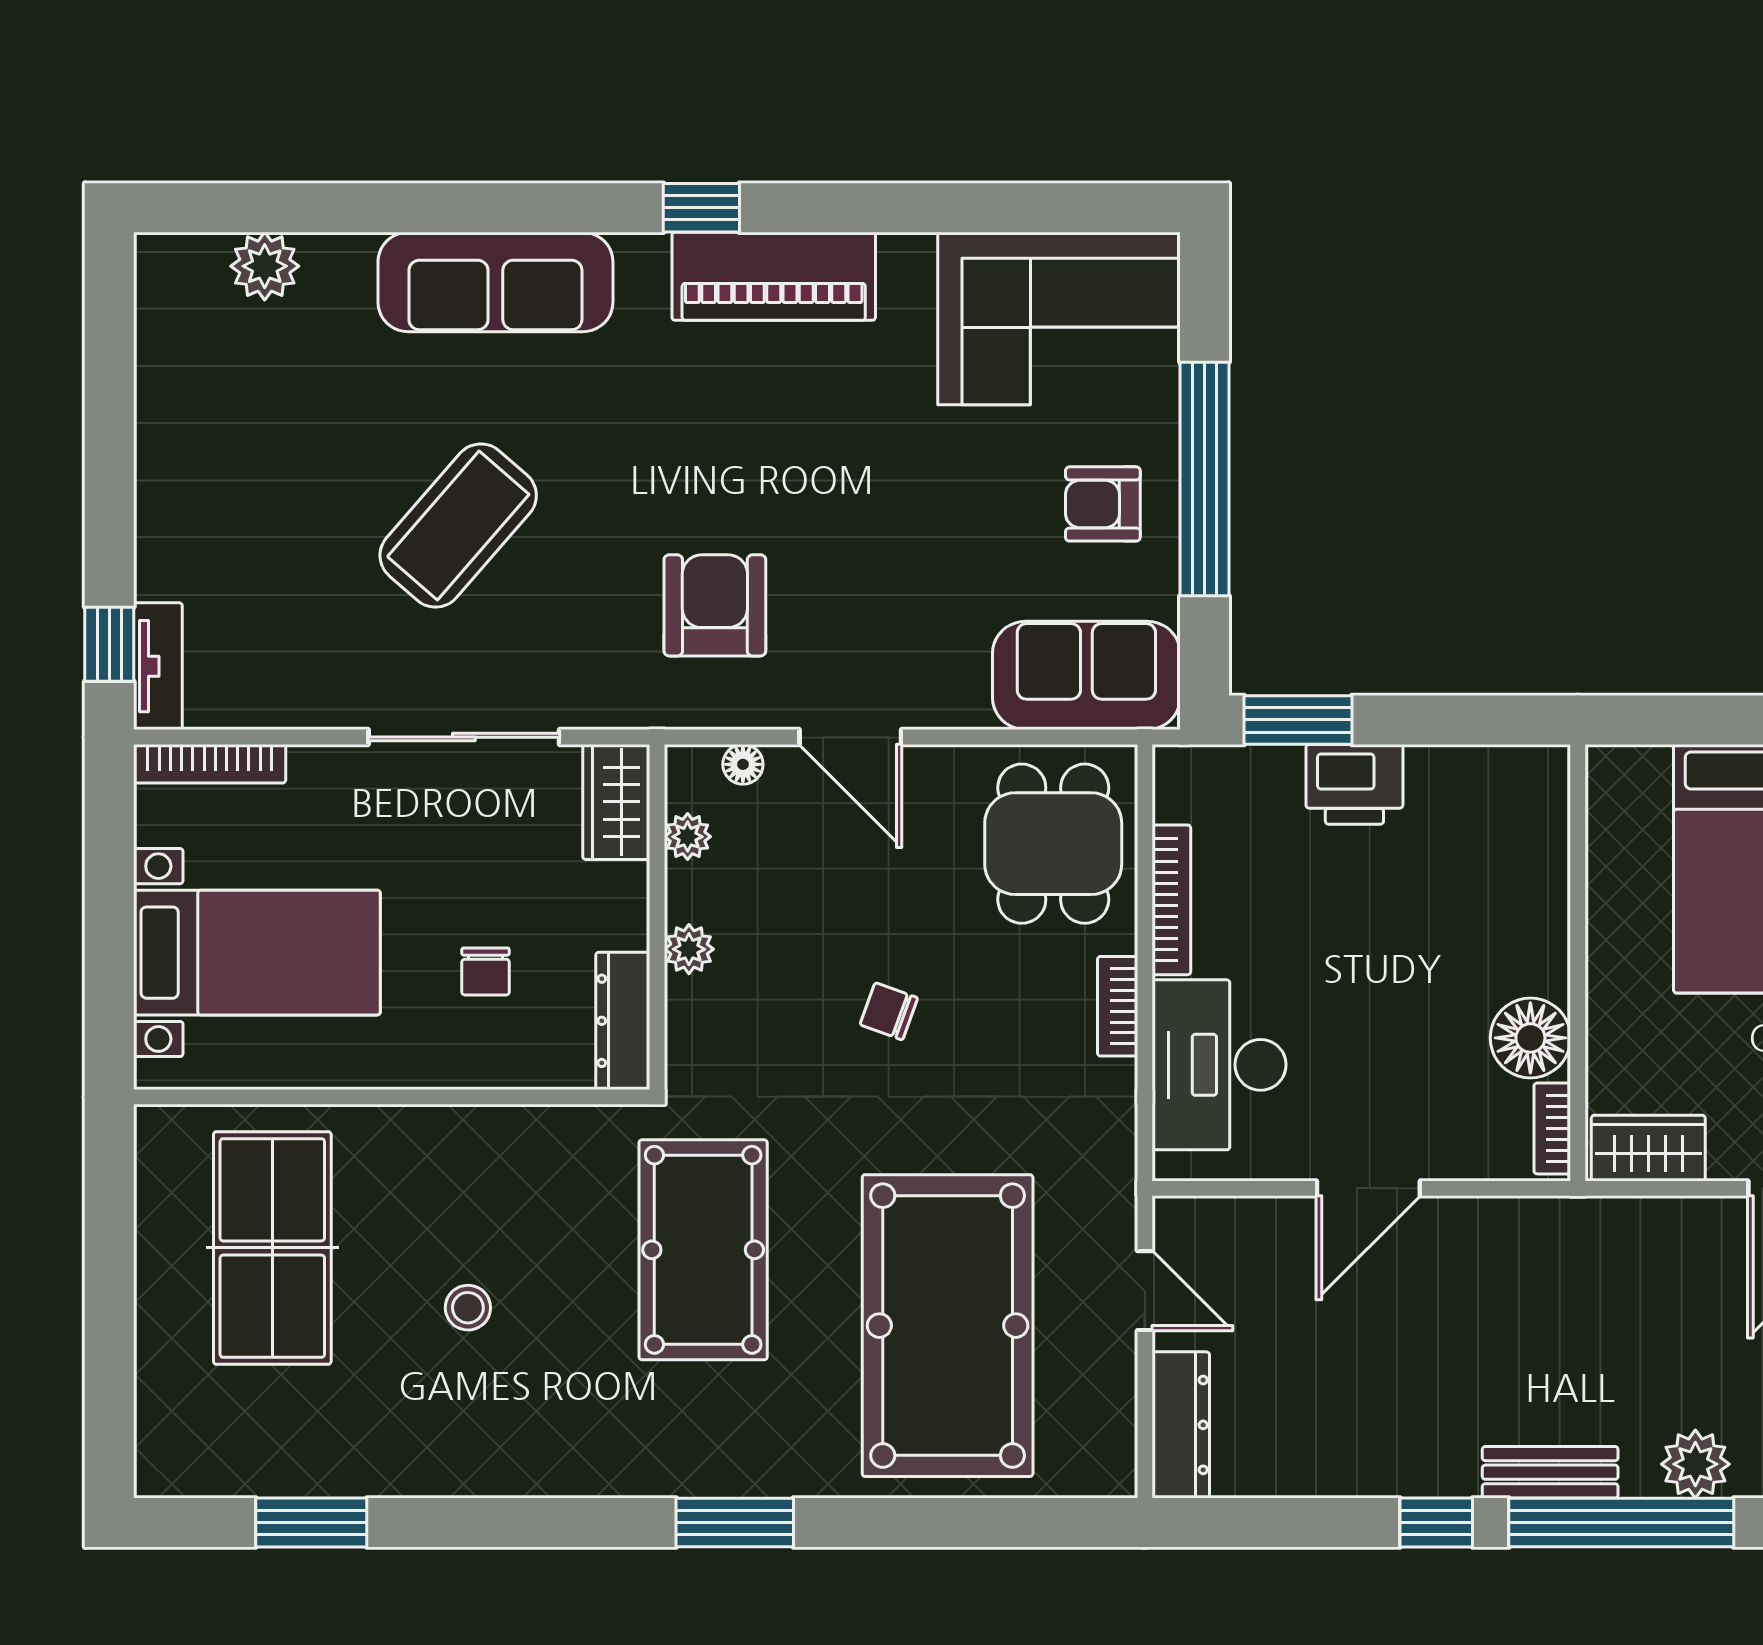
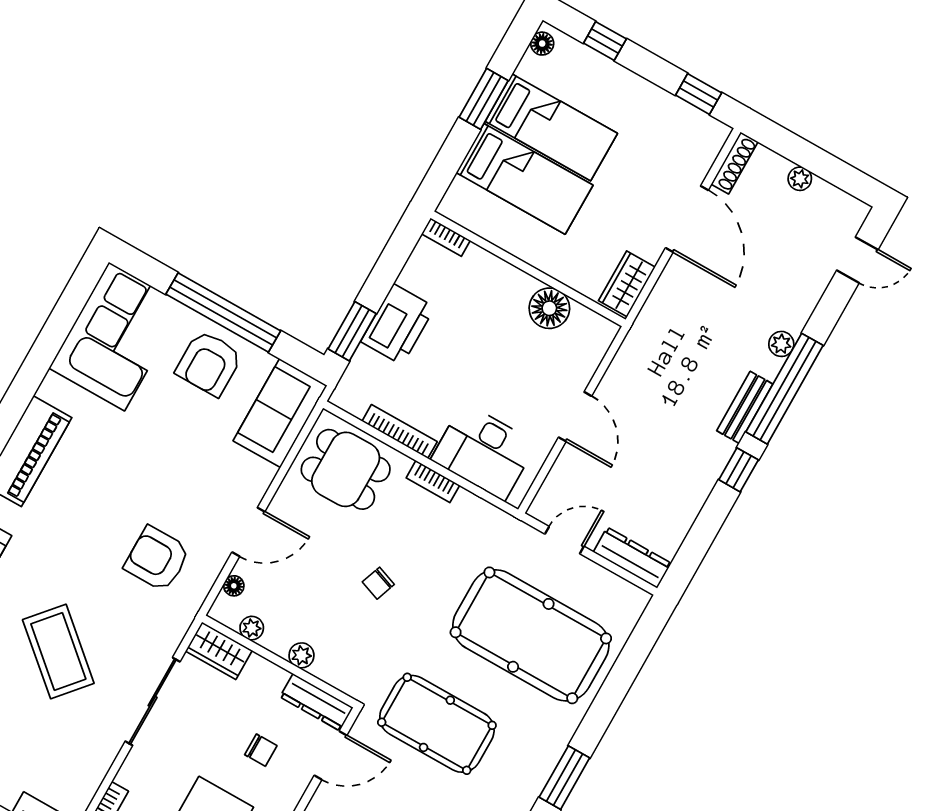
armchair: (1103, 504) -> (209, 363), width x1.38, depth x1.38
printer: (1354, 784) -> (398, 324), width x1.37, depth x1.19
door: (545, 1097) -> (330, 755), added
bookcase: (1552, 1128) -> (446, 237), moved
plant: (1695, 1464) -> (781, 344), width x0.73, depth x0.73

